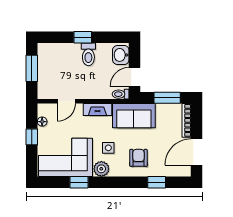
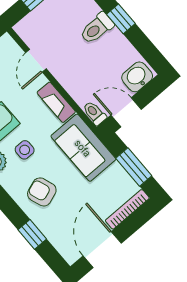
toilet: (88, 54) -> (97, 28), moved
door: (66, 101) -> (36, 61), hinge flipped
door: (197, 152) -> (102, 250), hinge flipped
armchair: (138, 158) -> (42, 192), turned -110

